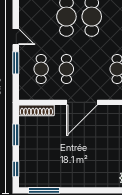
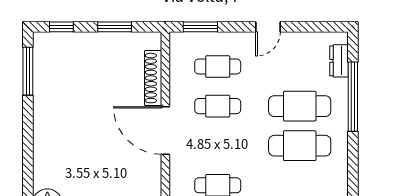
window: (16, 63) -> (200, 27), moved
shoe rack: (36, 110) -> (153, 78), moved

